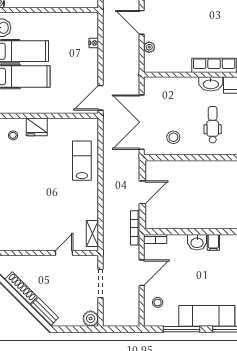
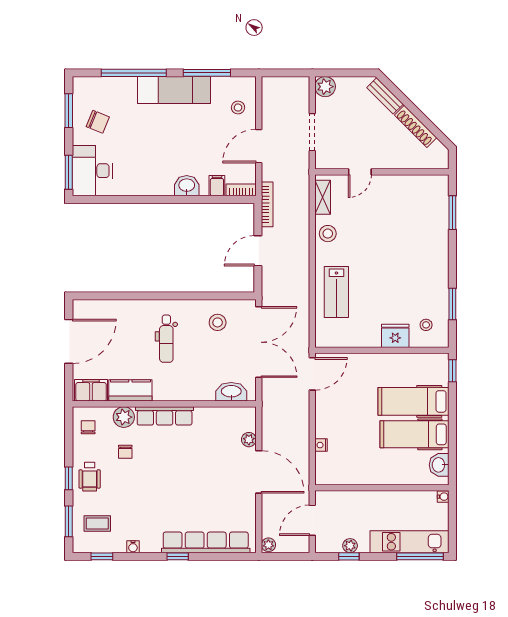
door: (142, 22) -> (259, 472), width x1.36
washbasin: (211, 84) -> (231, 392), moved
stool: (89, 206) -> (328, 234), added
filing cabinet: (213, 242) -> (217, 186), moved

